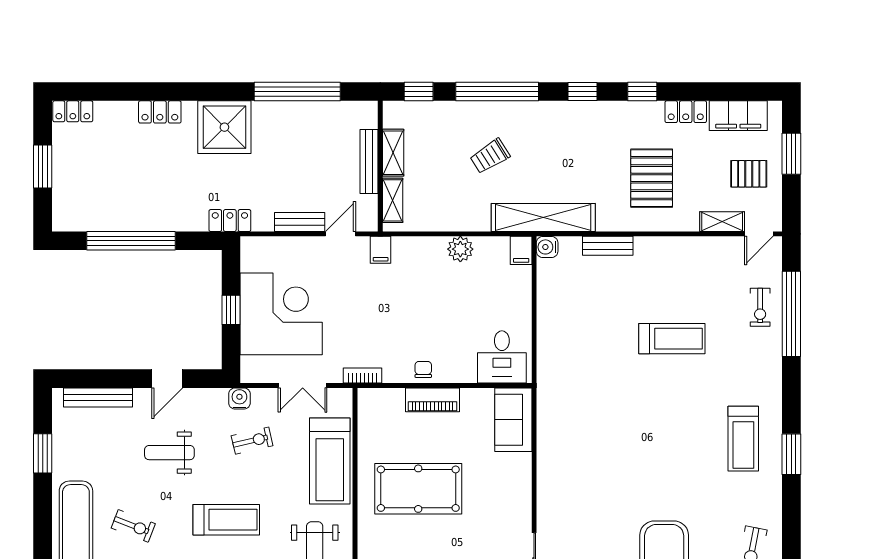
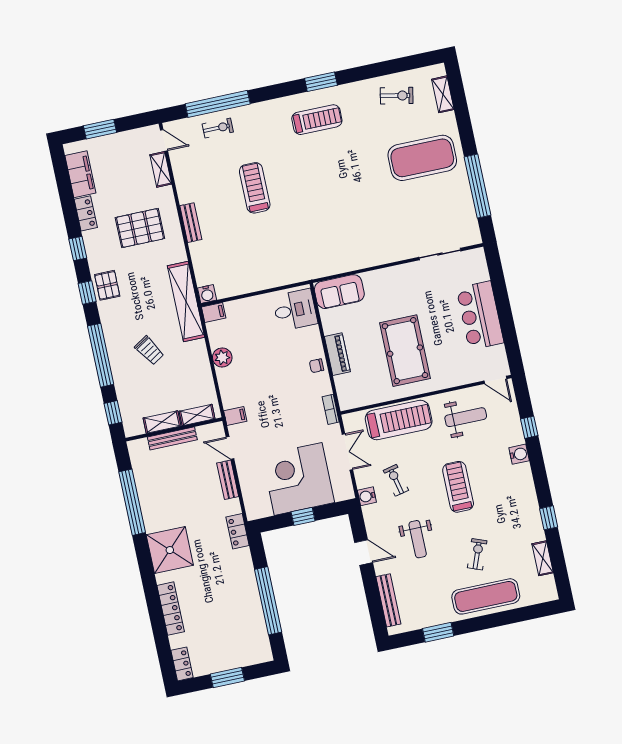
locker: (160, 112) -> (171, 609), width x1.53
pallet: (749, 174) -> (107, 285), moved
bench: (608, 246) -> (191, 223), moved

